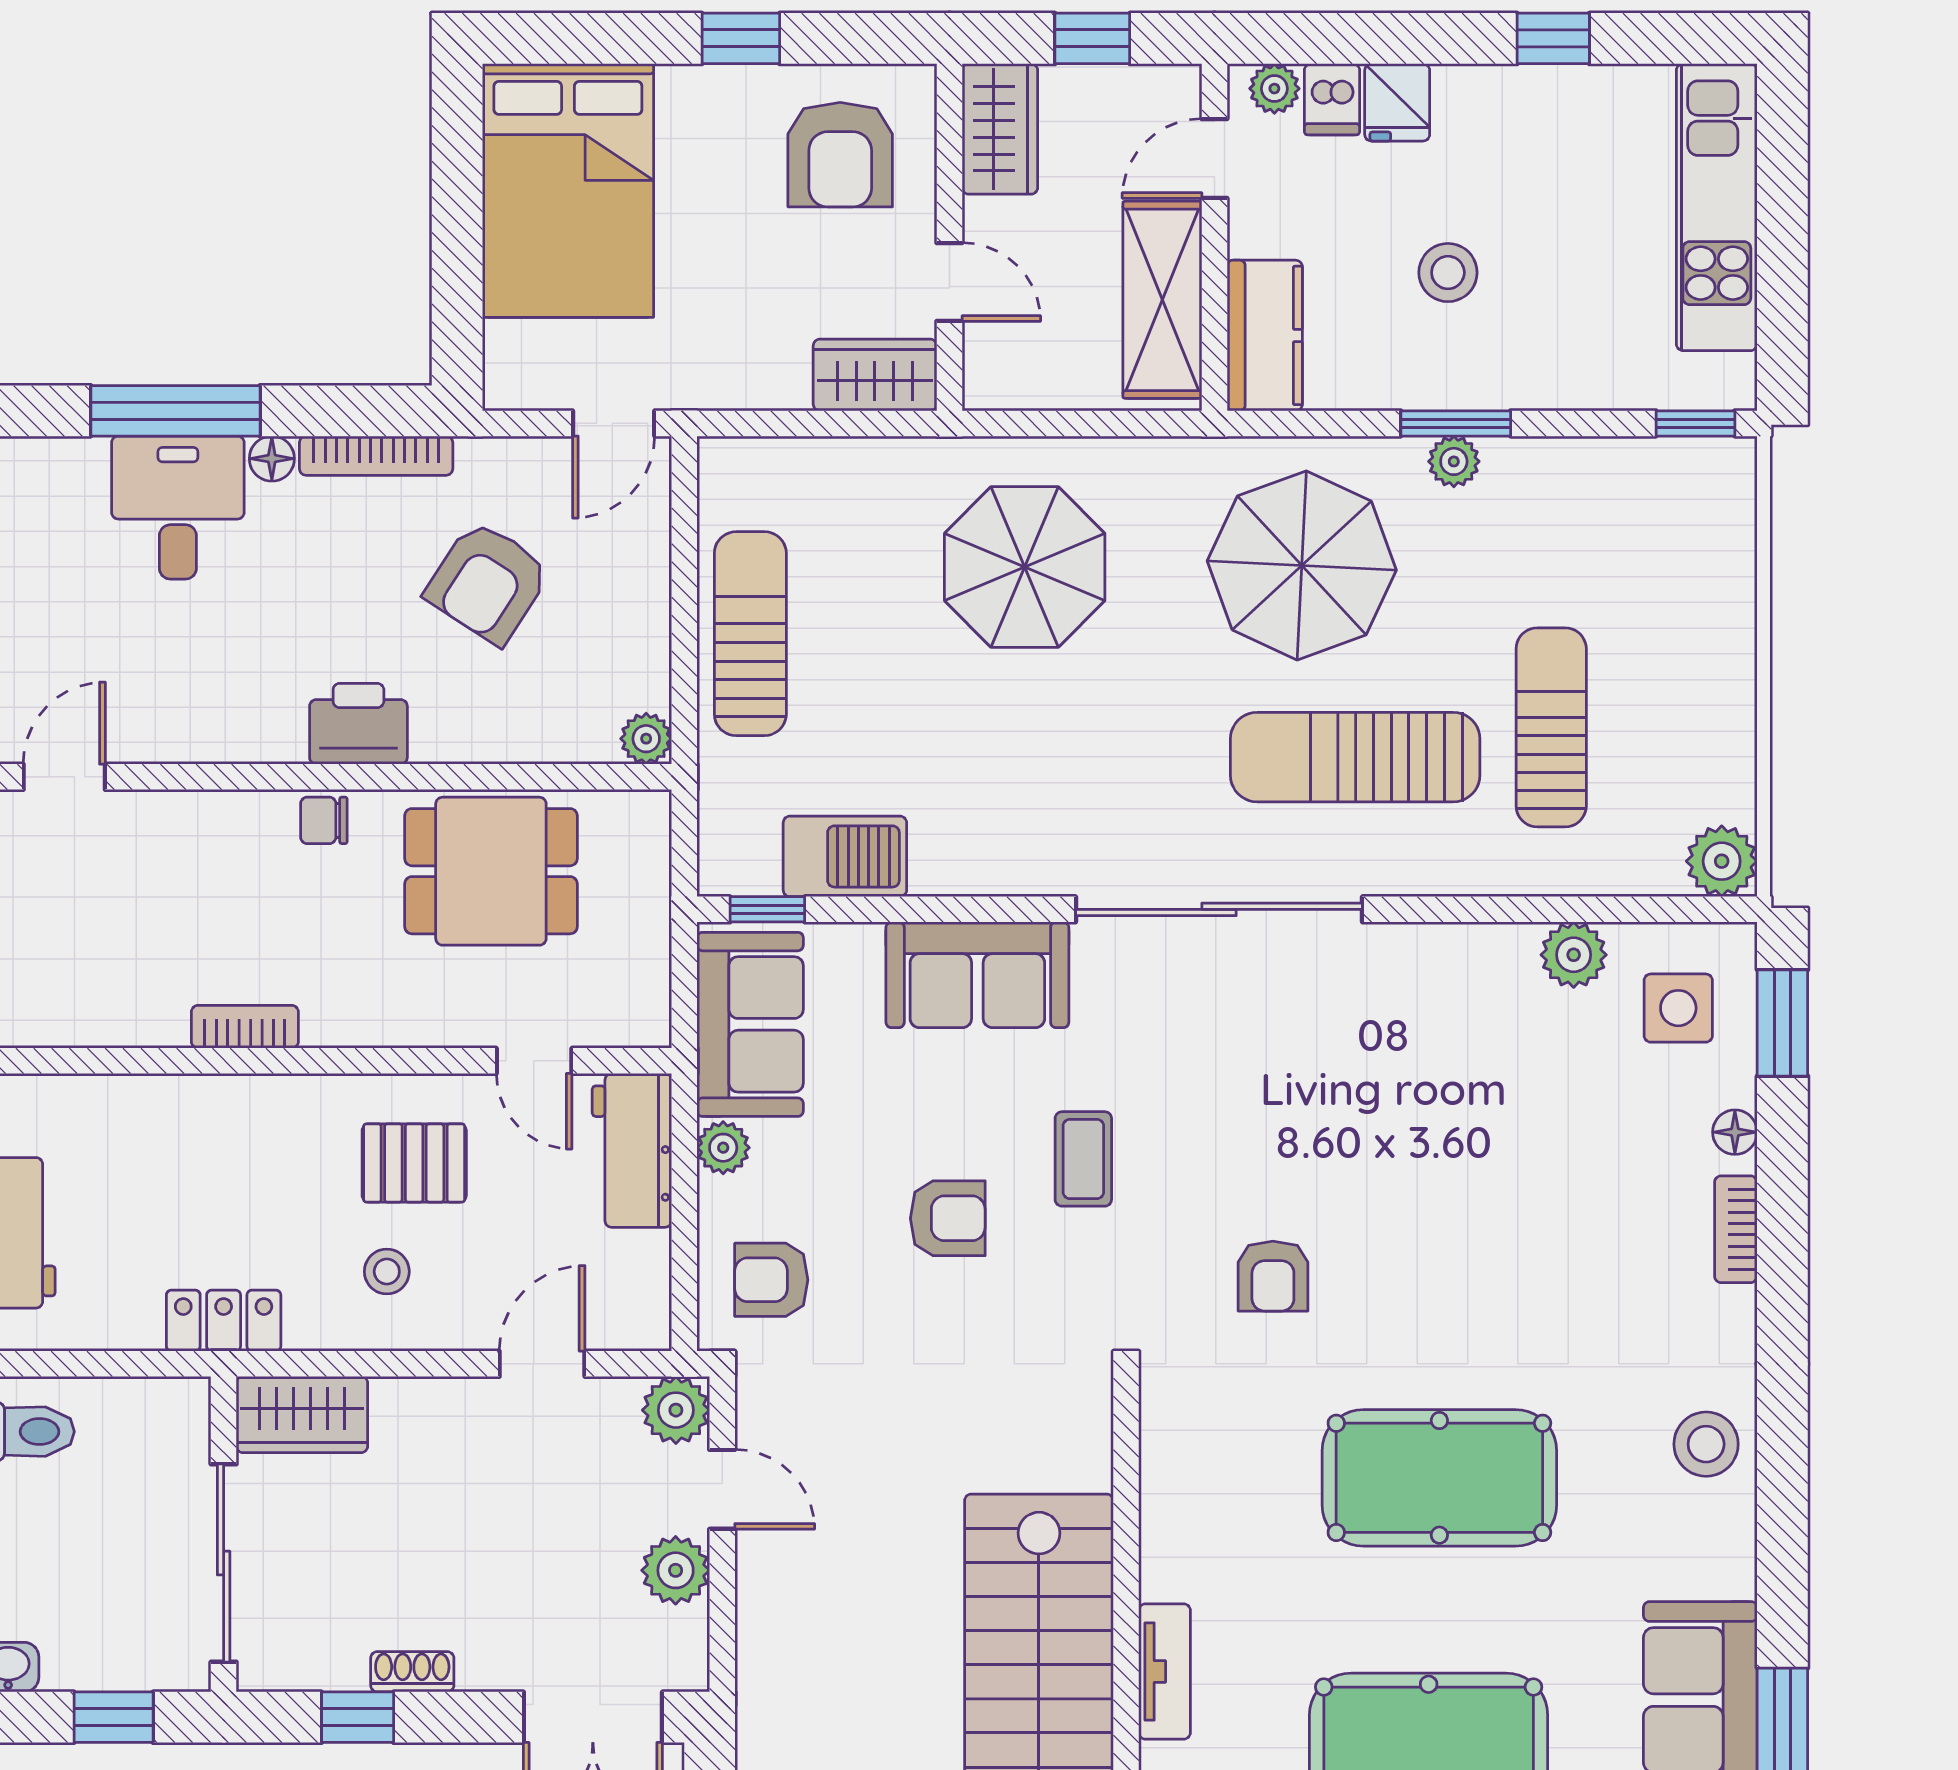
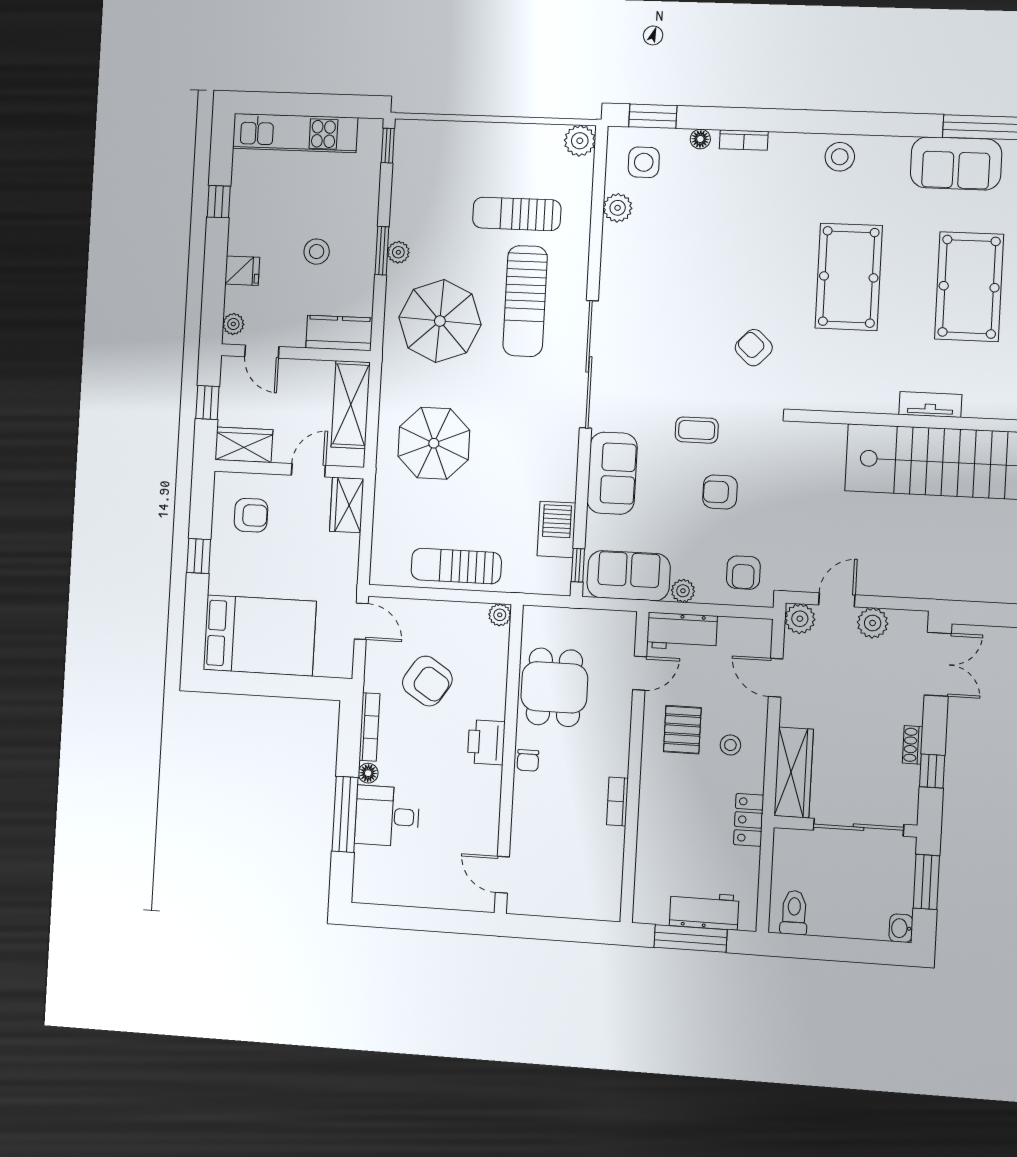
dishwasher: (1332, 99) -> (239, 299), removed
armchair: (840, 155) -> (251, 515), width x0.72, depth x0.72
shelving: (1162, 300) -> (351, 405), moved, turned 90
armchair: (948, 1218) -> (720, 492), turned -90
armchair: (1273, 1276) -> (754, 348), turned -137
wardrobe: (302, 1415) -> (794, 773), width x1.50
window: (114, 1717) -> (926, 882), width x1.50

